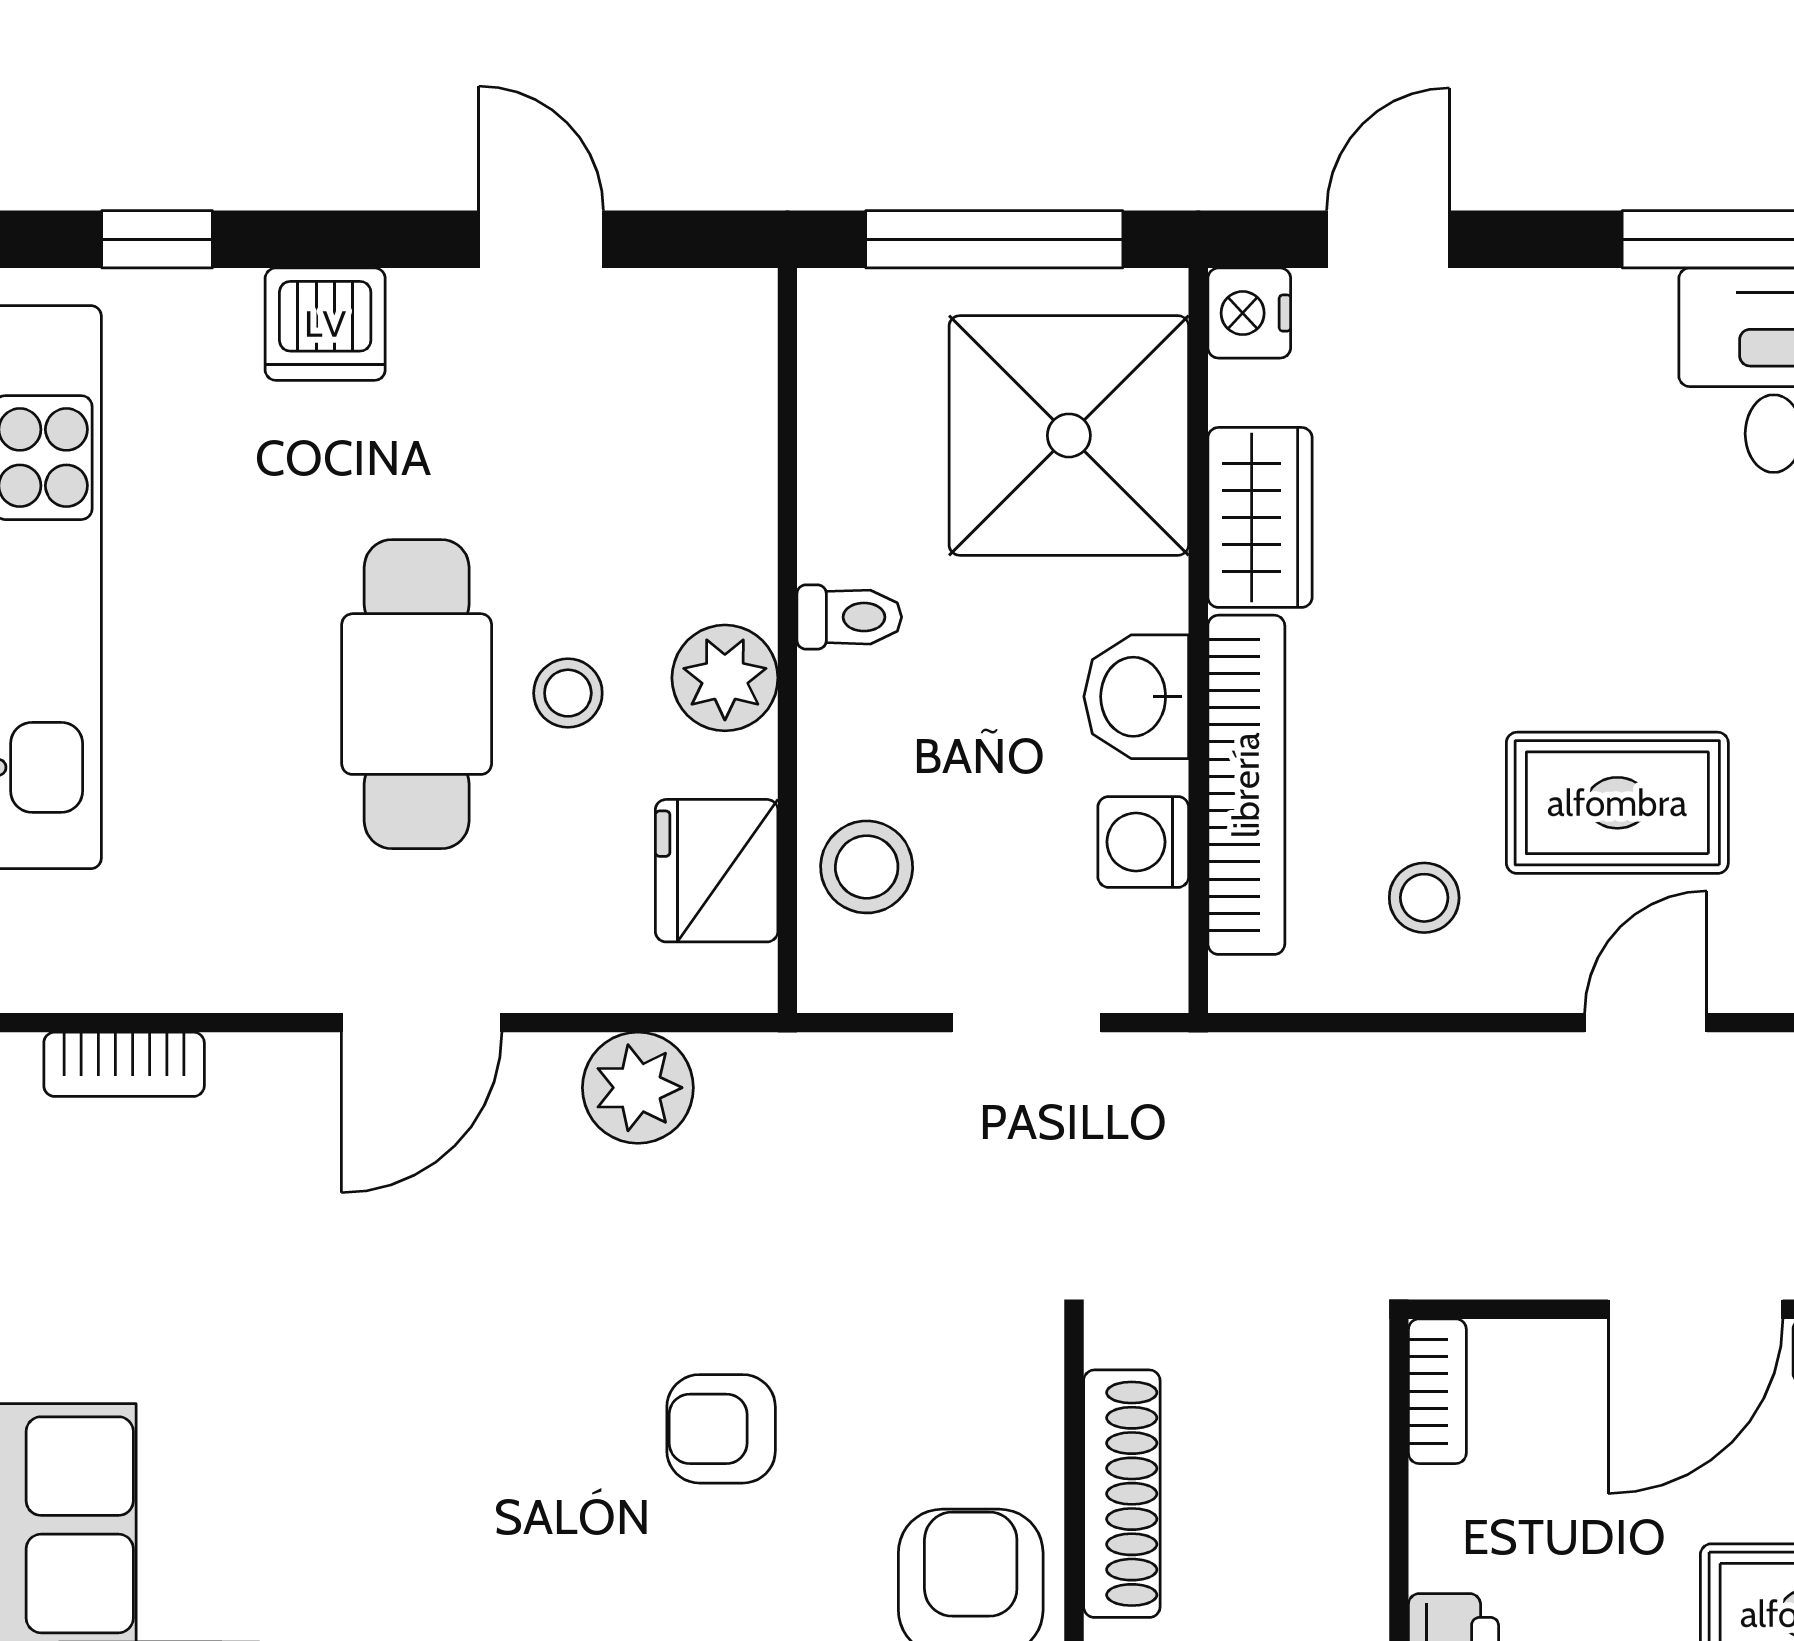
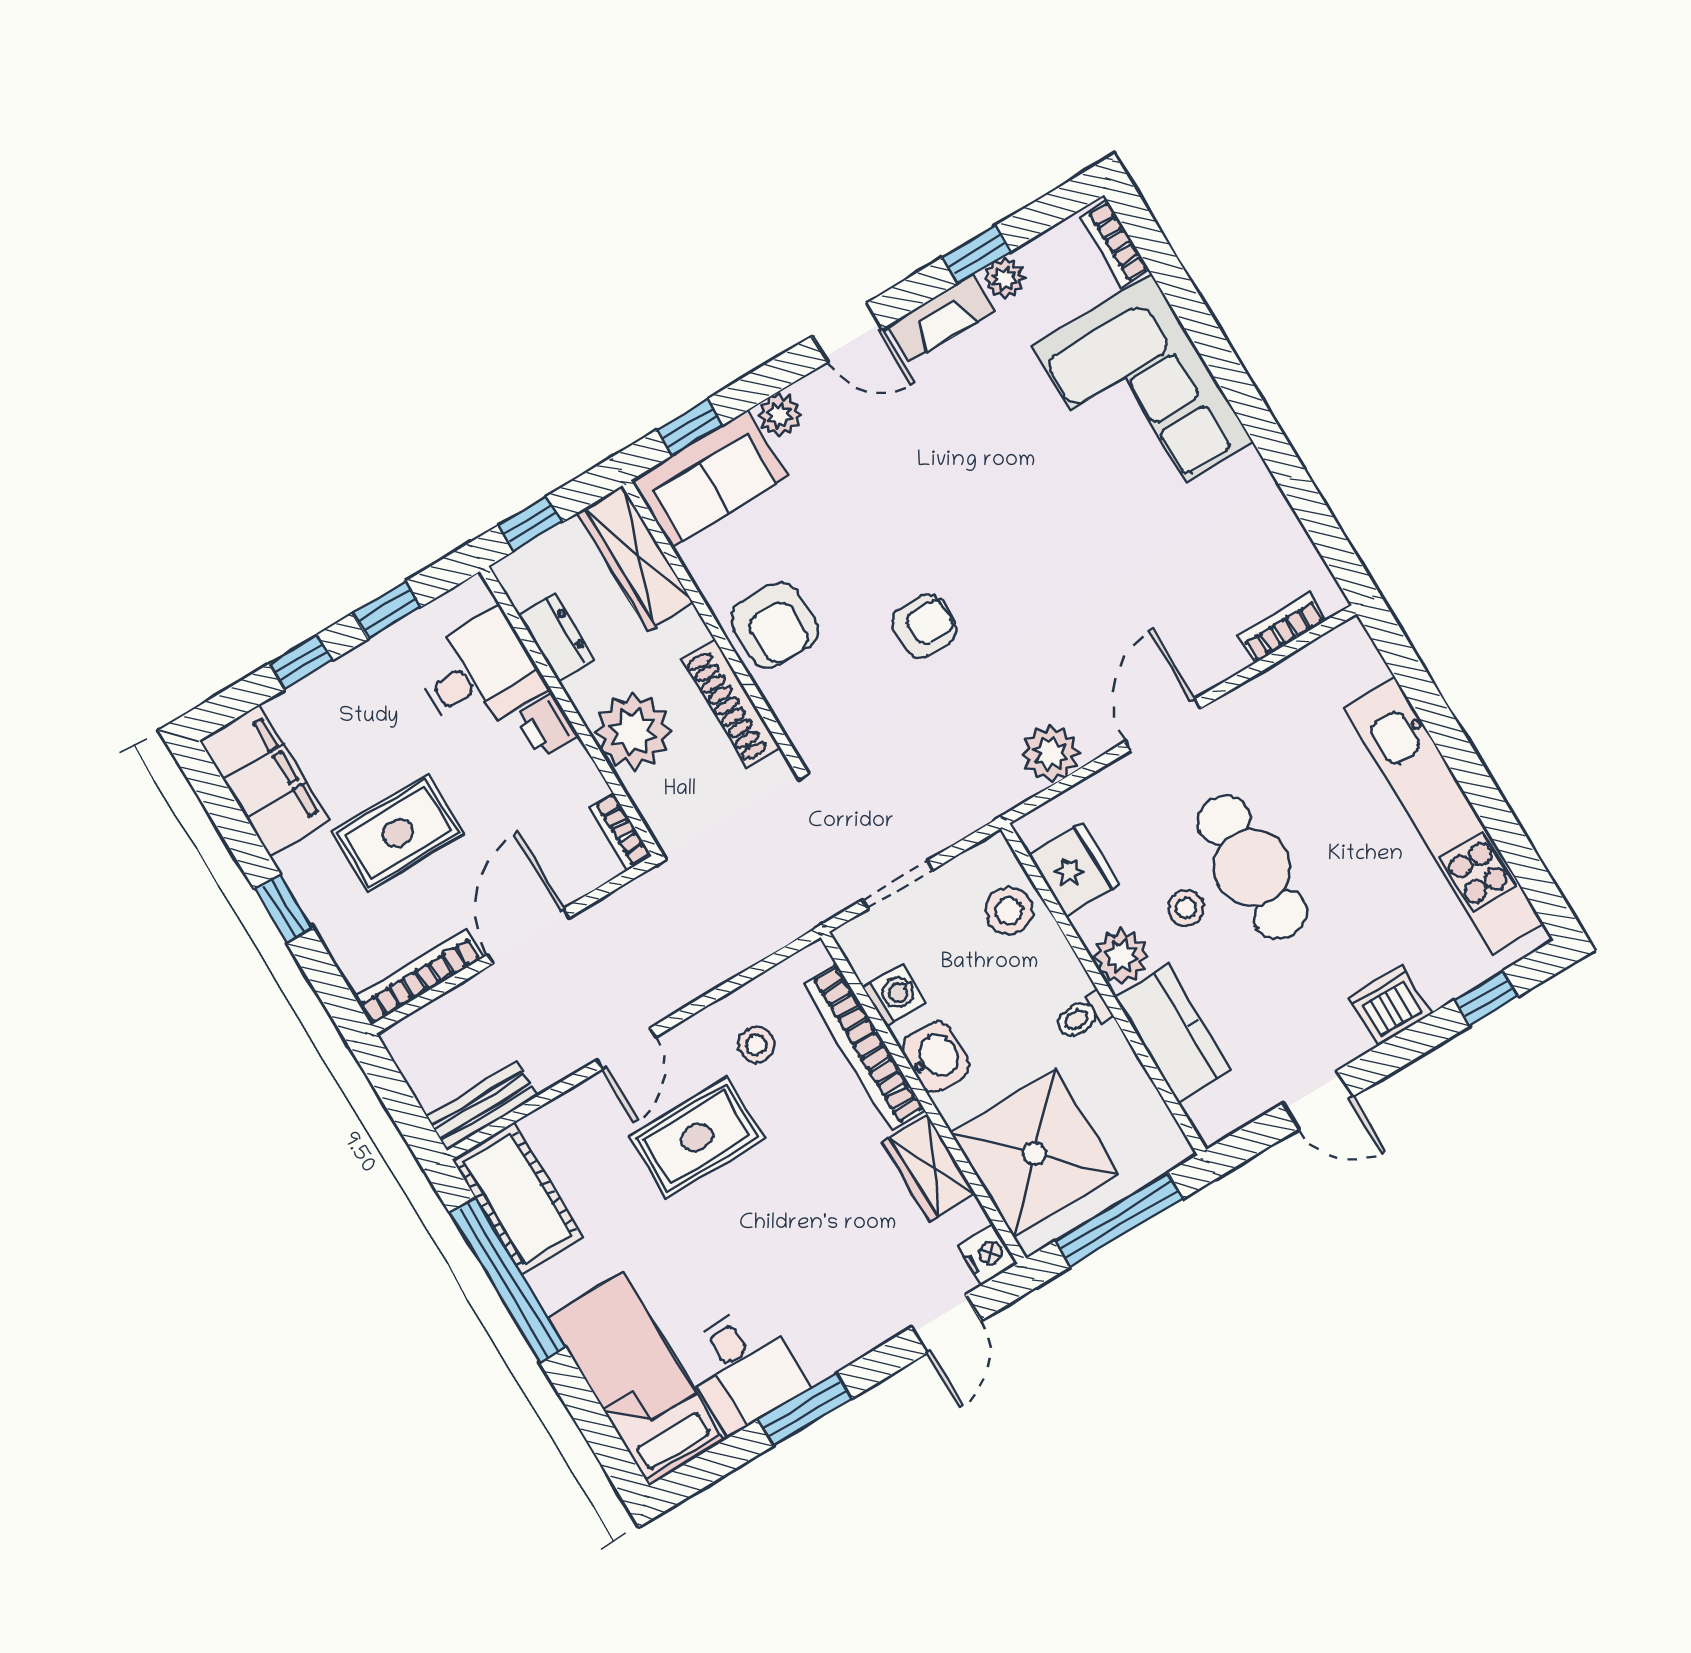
kitchen counter: (717, 496) -> (1172, 1034), added
plant: (1314, 1545) -> (633, 732), added

